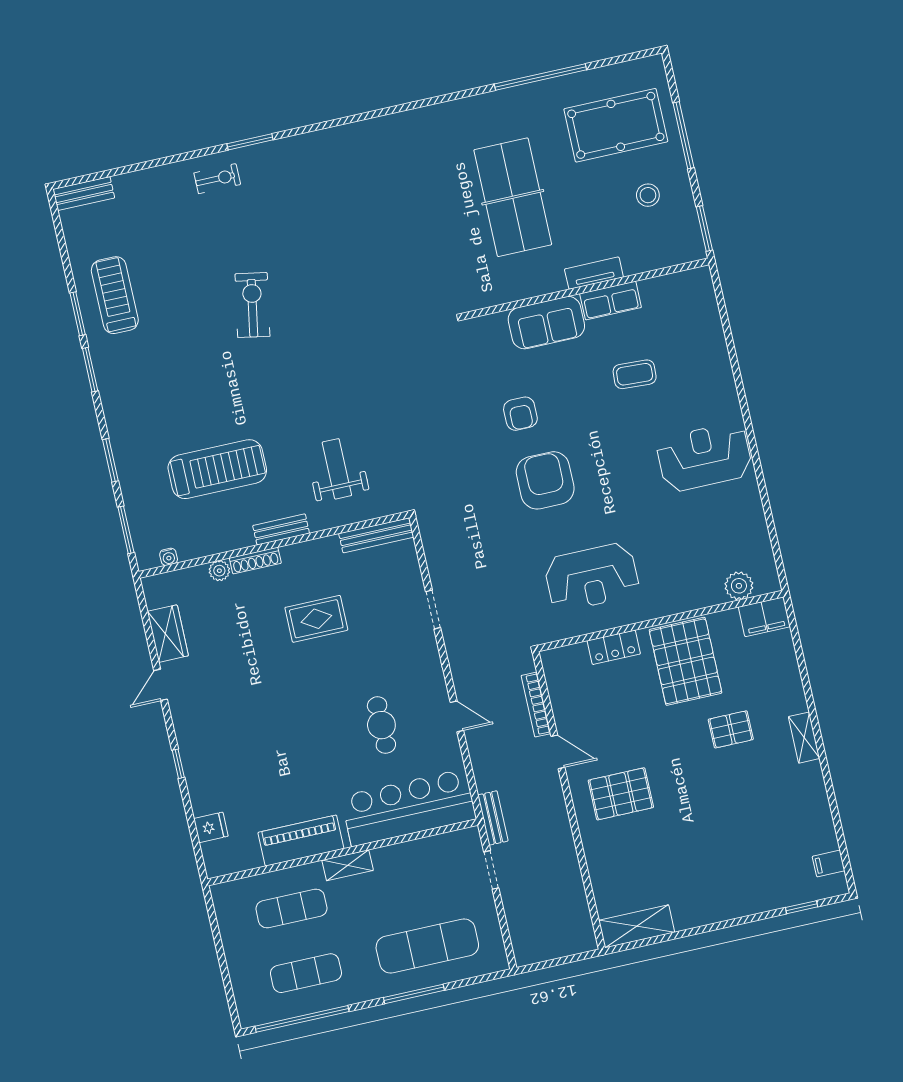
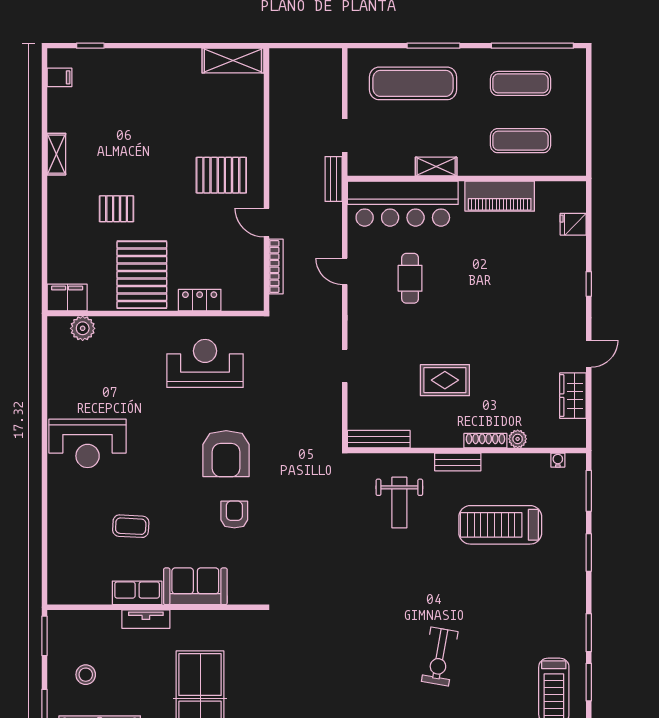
shelving: (804, 738) -> (56, 154), moved
shelving: (348, 865) -> (436, 167), moved

